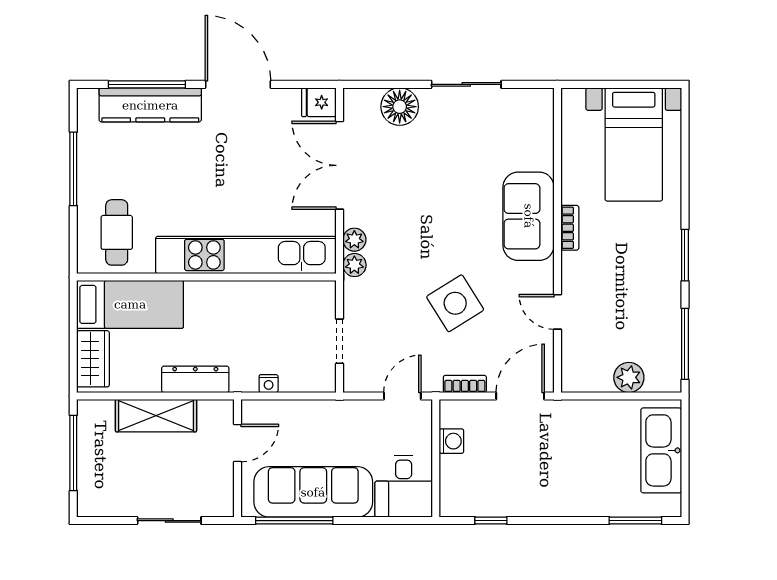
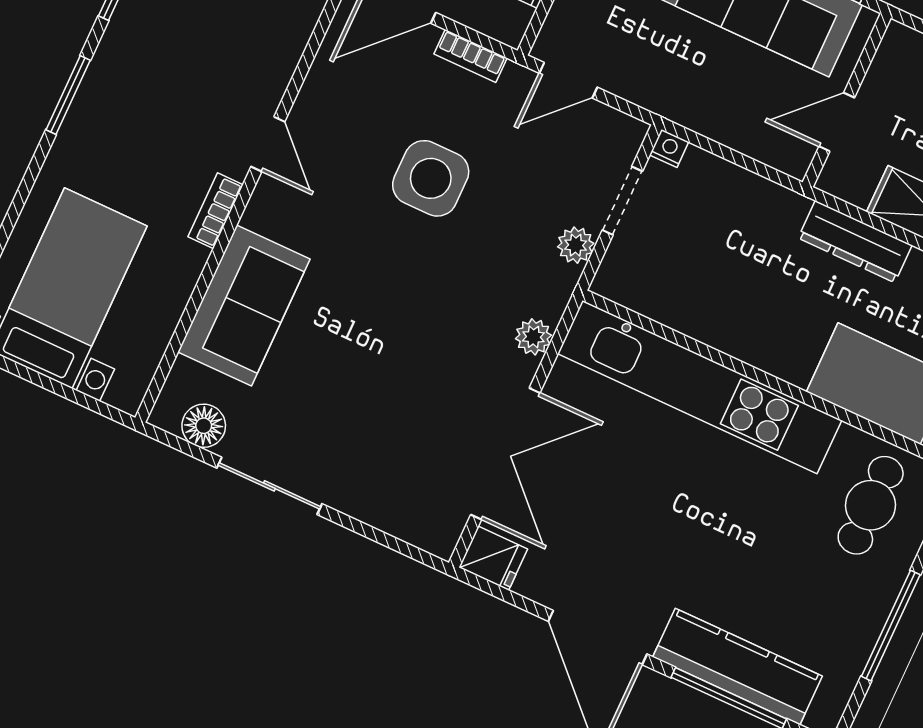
floor lamp: (400, 107) -> (204, 426), moved, width x0.73, depth x0.73
sofa: (529, 216) -> (244, 305), moved
plant: (354, 265) -> (576, 245), moved
side table: (455, 303) -> (431, 178), turned 32
door: (558, 312) -> (268, 144), moved
nightstand: (269, 384) -> (669, 148), moved

